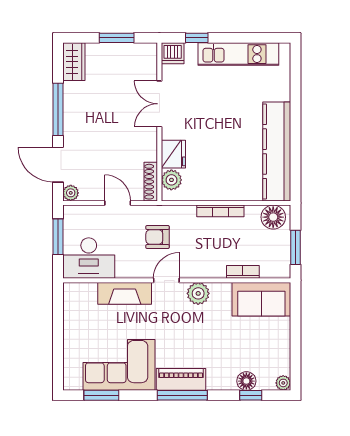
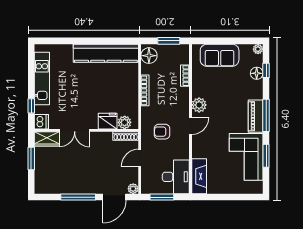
wardrobe: (74, 62) -> (47, 139), moved, turned 180
armchair: (158, 237) -> (162, 132), turned 90
door: (166, 280) -> (190, 126), swing flipped
fireplace: (125, 293) -> (199, 176), moved
sofa: (261, 299) -> (220, 55), moved, turned 90
window: (101, 395) -> (266, 156), moved

